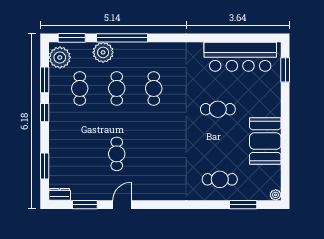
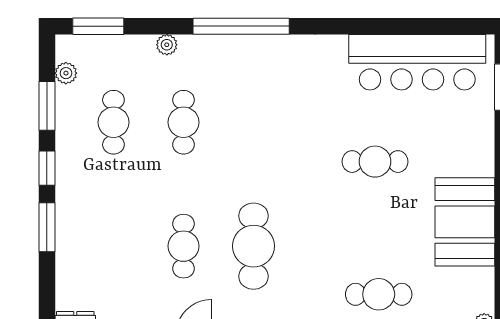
window: (122, 38) -> (241, 26), moved
plant: (103, 52) -> (167, 45), width x0.53, depth x0.53
plant: (60, 57) -> (66, 73), width x0.53, depth x0.53
cafe table: (154, 88) -> (253, 246), moved, width x1.37, depth x1.35
window: (45, 166) -> (47, 227), moved

